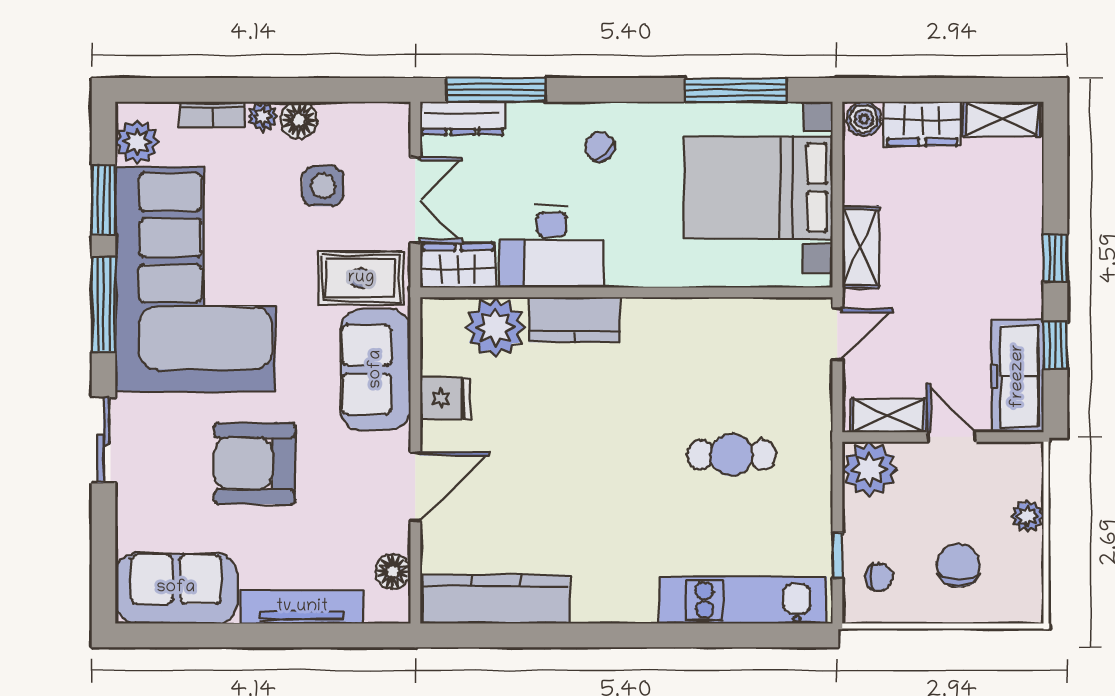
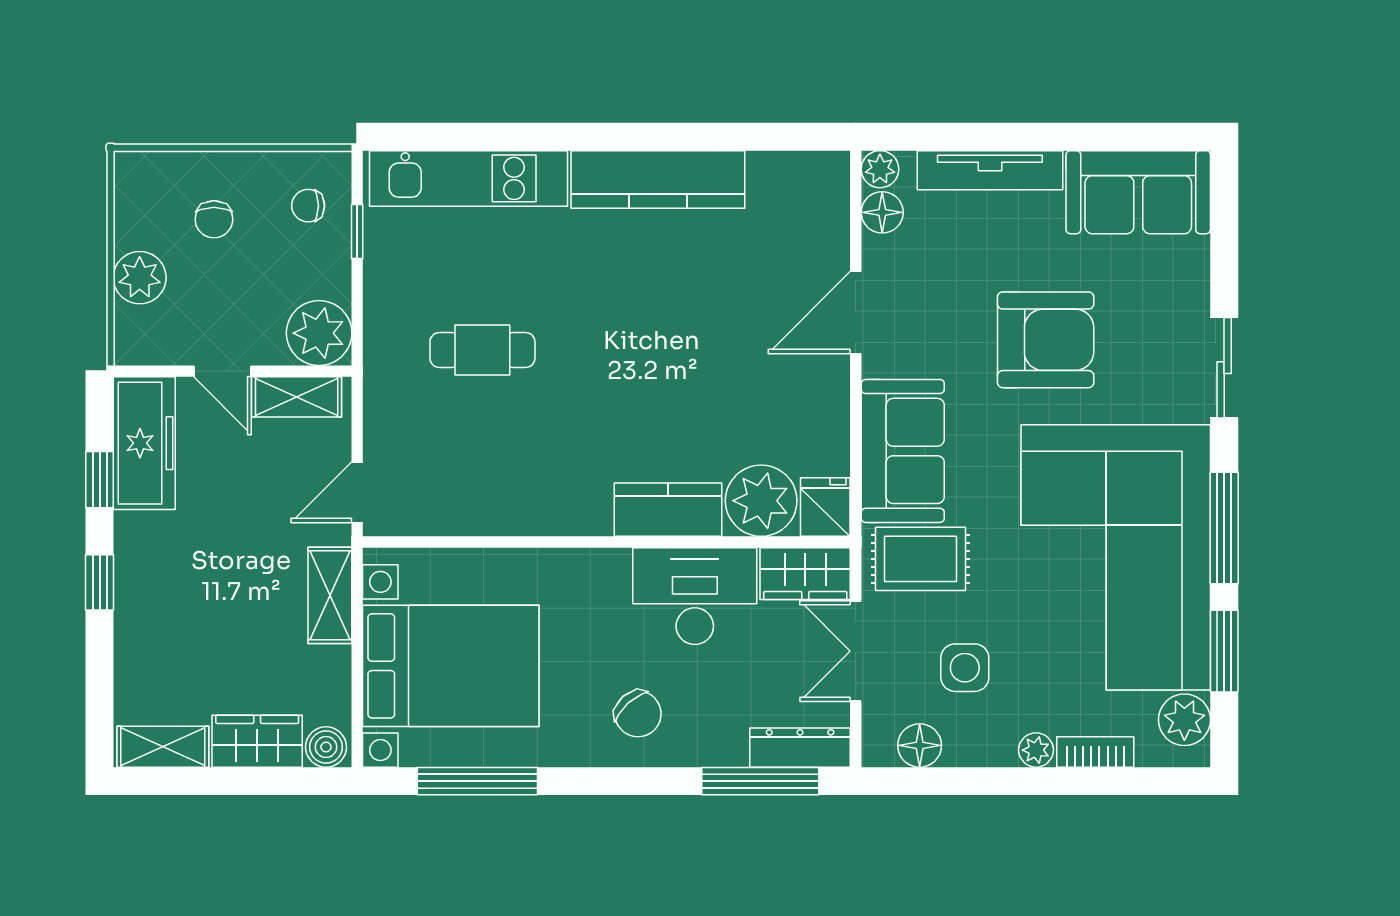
floor lamp: (299, 120) -> (920, 745), moved
chair: (600, 147) -> (638, 714), width x1.37, depth x1.37
fridge: (445, 399) -> (825, 507), moved, turned 90
plant: (1028, 516) -> (140, 278), width x1.38, depth x1.38
chair: (959, 566) -> (214, 219), width x0.73, depth x0.73
kitchen counter: (496, 599) -> (658, 179), moved
plant: (395, 608) -> (880, 169), added

